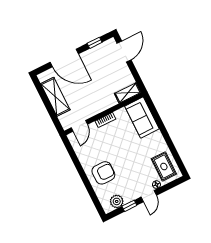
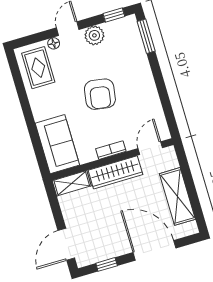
wardrobe: (100, 106) -> (115, 172), added
armchair: (103, 173) -> (100, 94), moved, turned -81
window: (95, 200) -> (146, 36), added
plant: (117, 201) -> (94, 35), moved
window: (129, 206) -> (114, 15), moved

